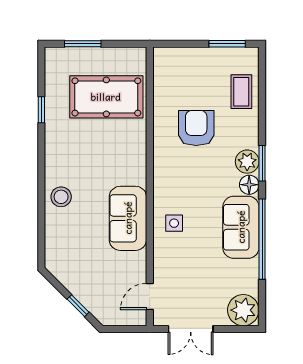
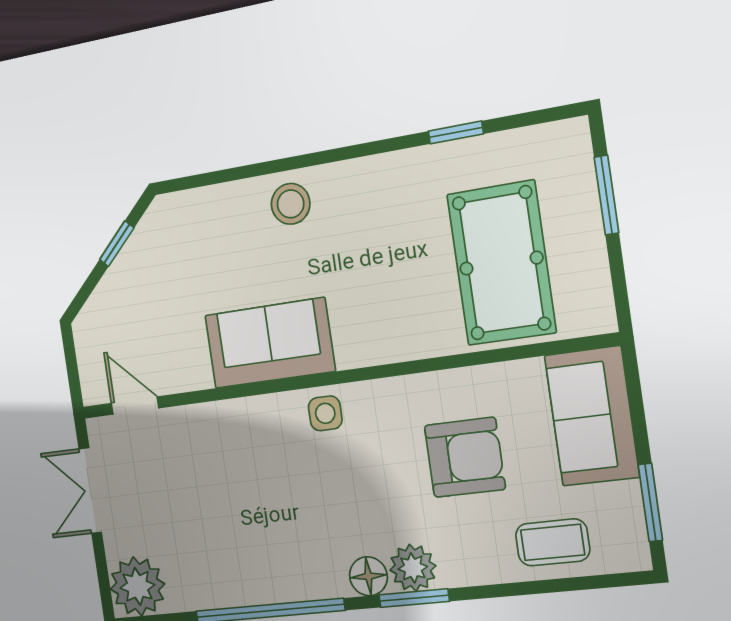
side table: (174, 223) -> (325, 413), moved
sofa: (241, 227) -> (592, 416), moved, turned -90
window: (78, 306) -> (117, 244), moved

